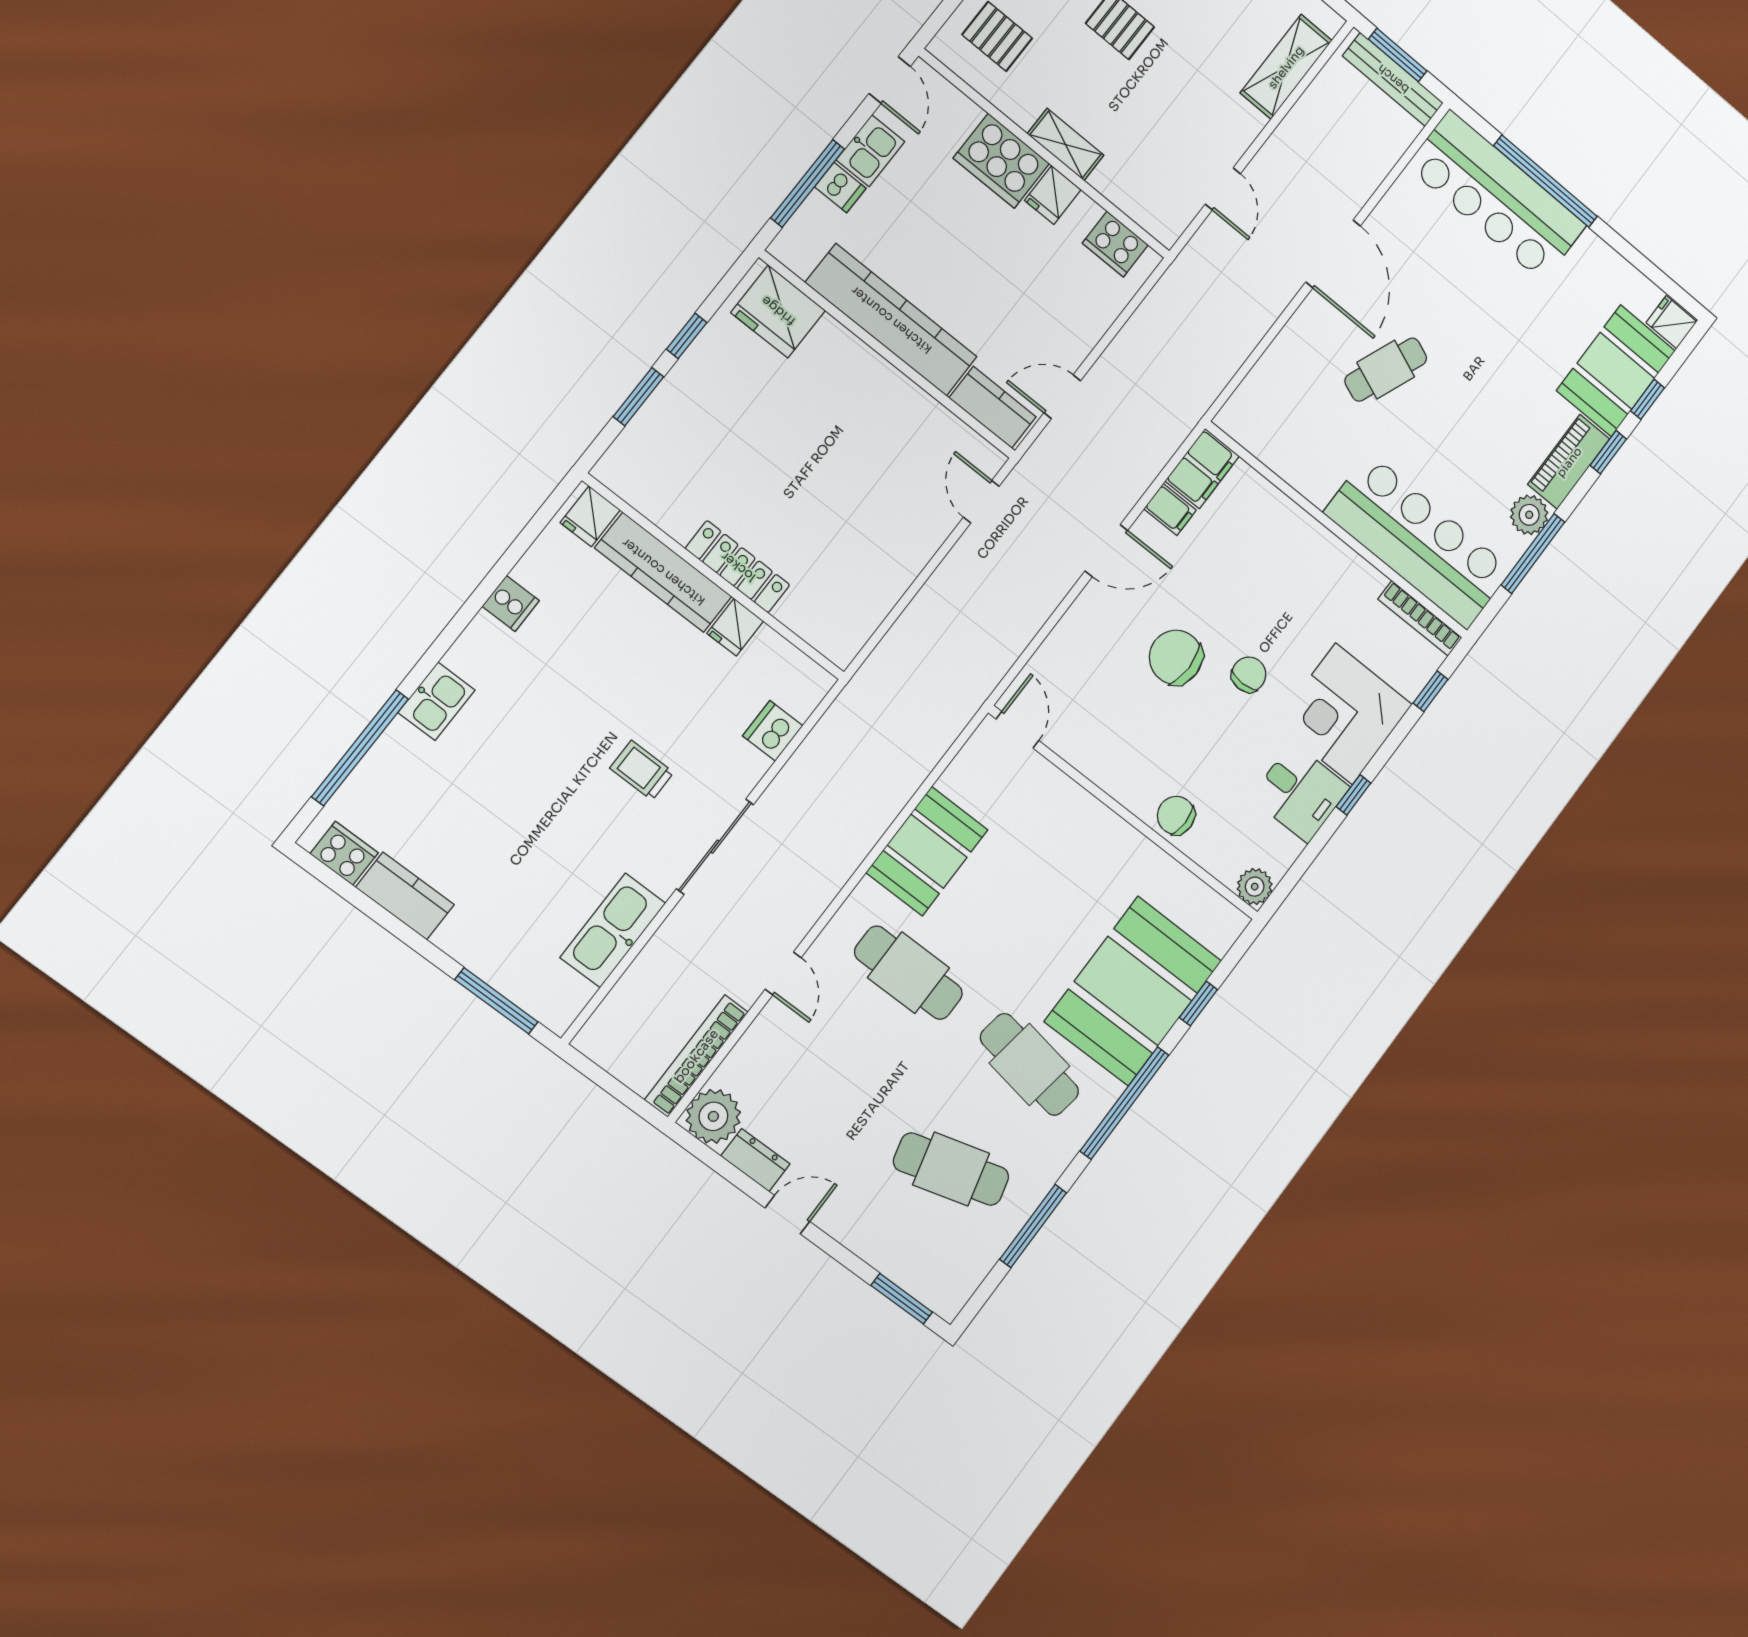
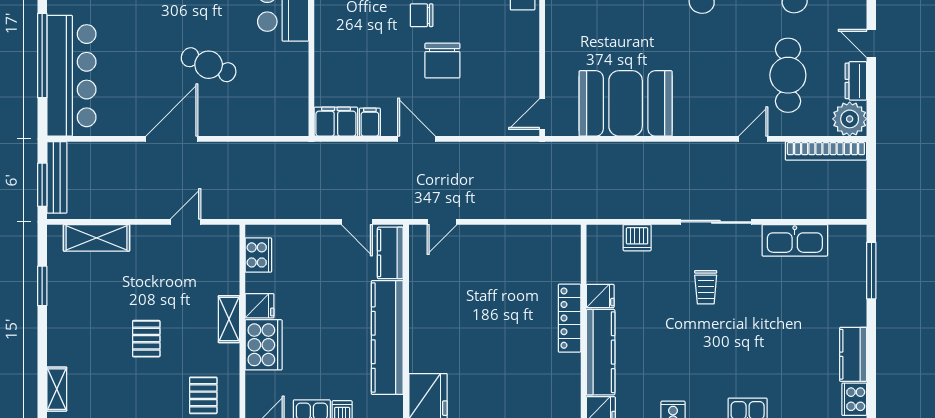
booth: (927, 851) -> (626, 103), width x1.36, depth x1.42
cafe table: (908, 973) -> (788, 75), moved

